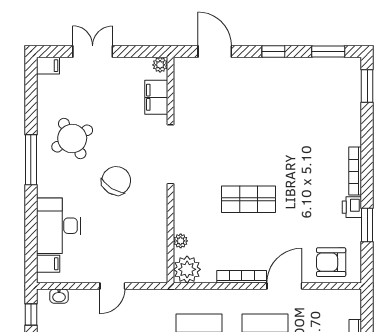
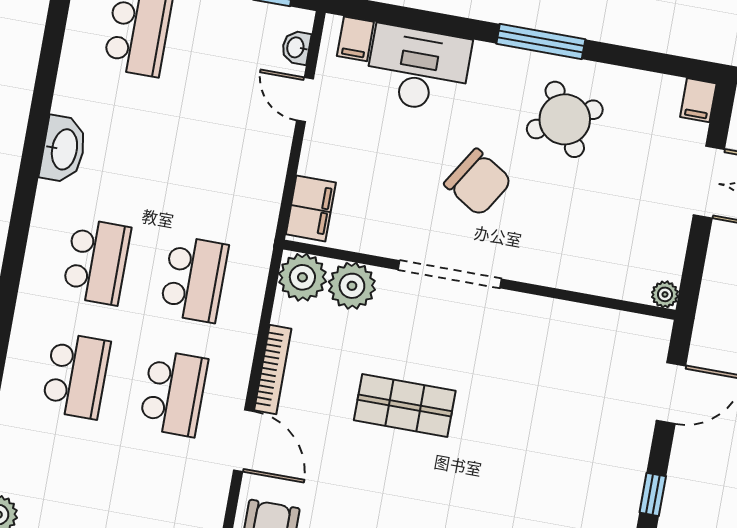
filing cabinet: (156, 97) -> (311, 208), moved, turned 90
doorway: (171, 154) -> (450, 274), moved
shop shelf: (248, 199) -> (405, 405), turned 90
plant: (181, 241) -> (352, 286), width x1.88, depth x1.88
door: (112, 286) -> (305, 100), moved

